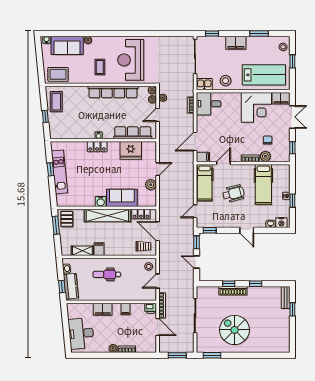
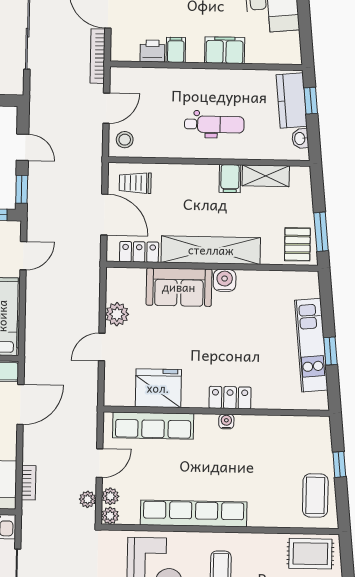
printer: (151, 308) -> (152, 51), moved

